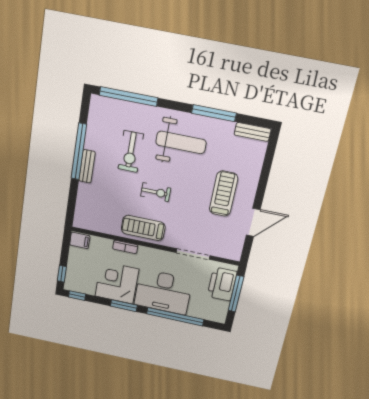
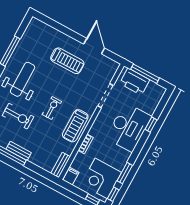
bench: (253, 132) -> (61, 165), moved
treadmill: (224, 194) -> (67, 61), turned 180
corner desk: (117, 283) -> (101, 178), moved
window: (124, 306) -> (125, 173), moved
window: (175, 317) -> (151, 125), width x0.32

